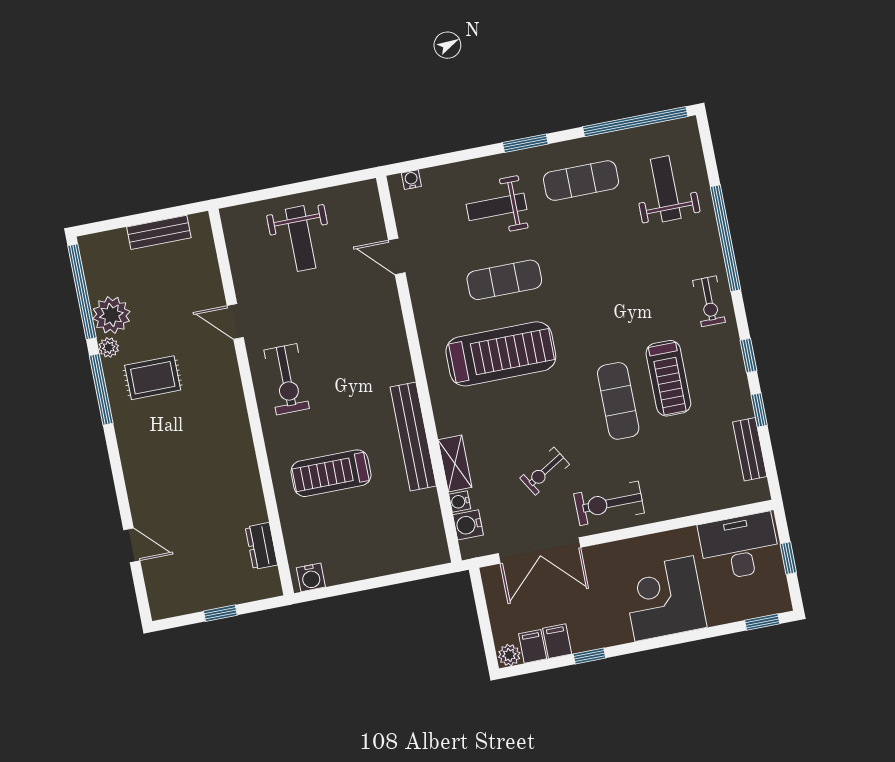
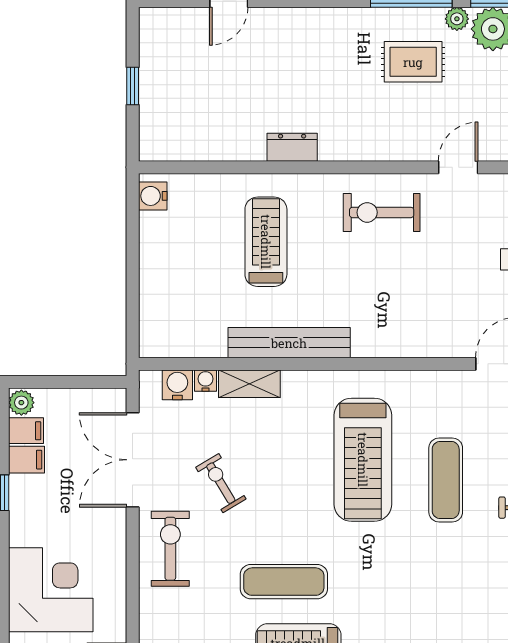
rug: (153, 378) -> (413, 62), turned 90
dresser: (261, 546) -> (292, 147), moved

